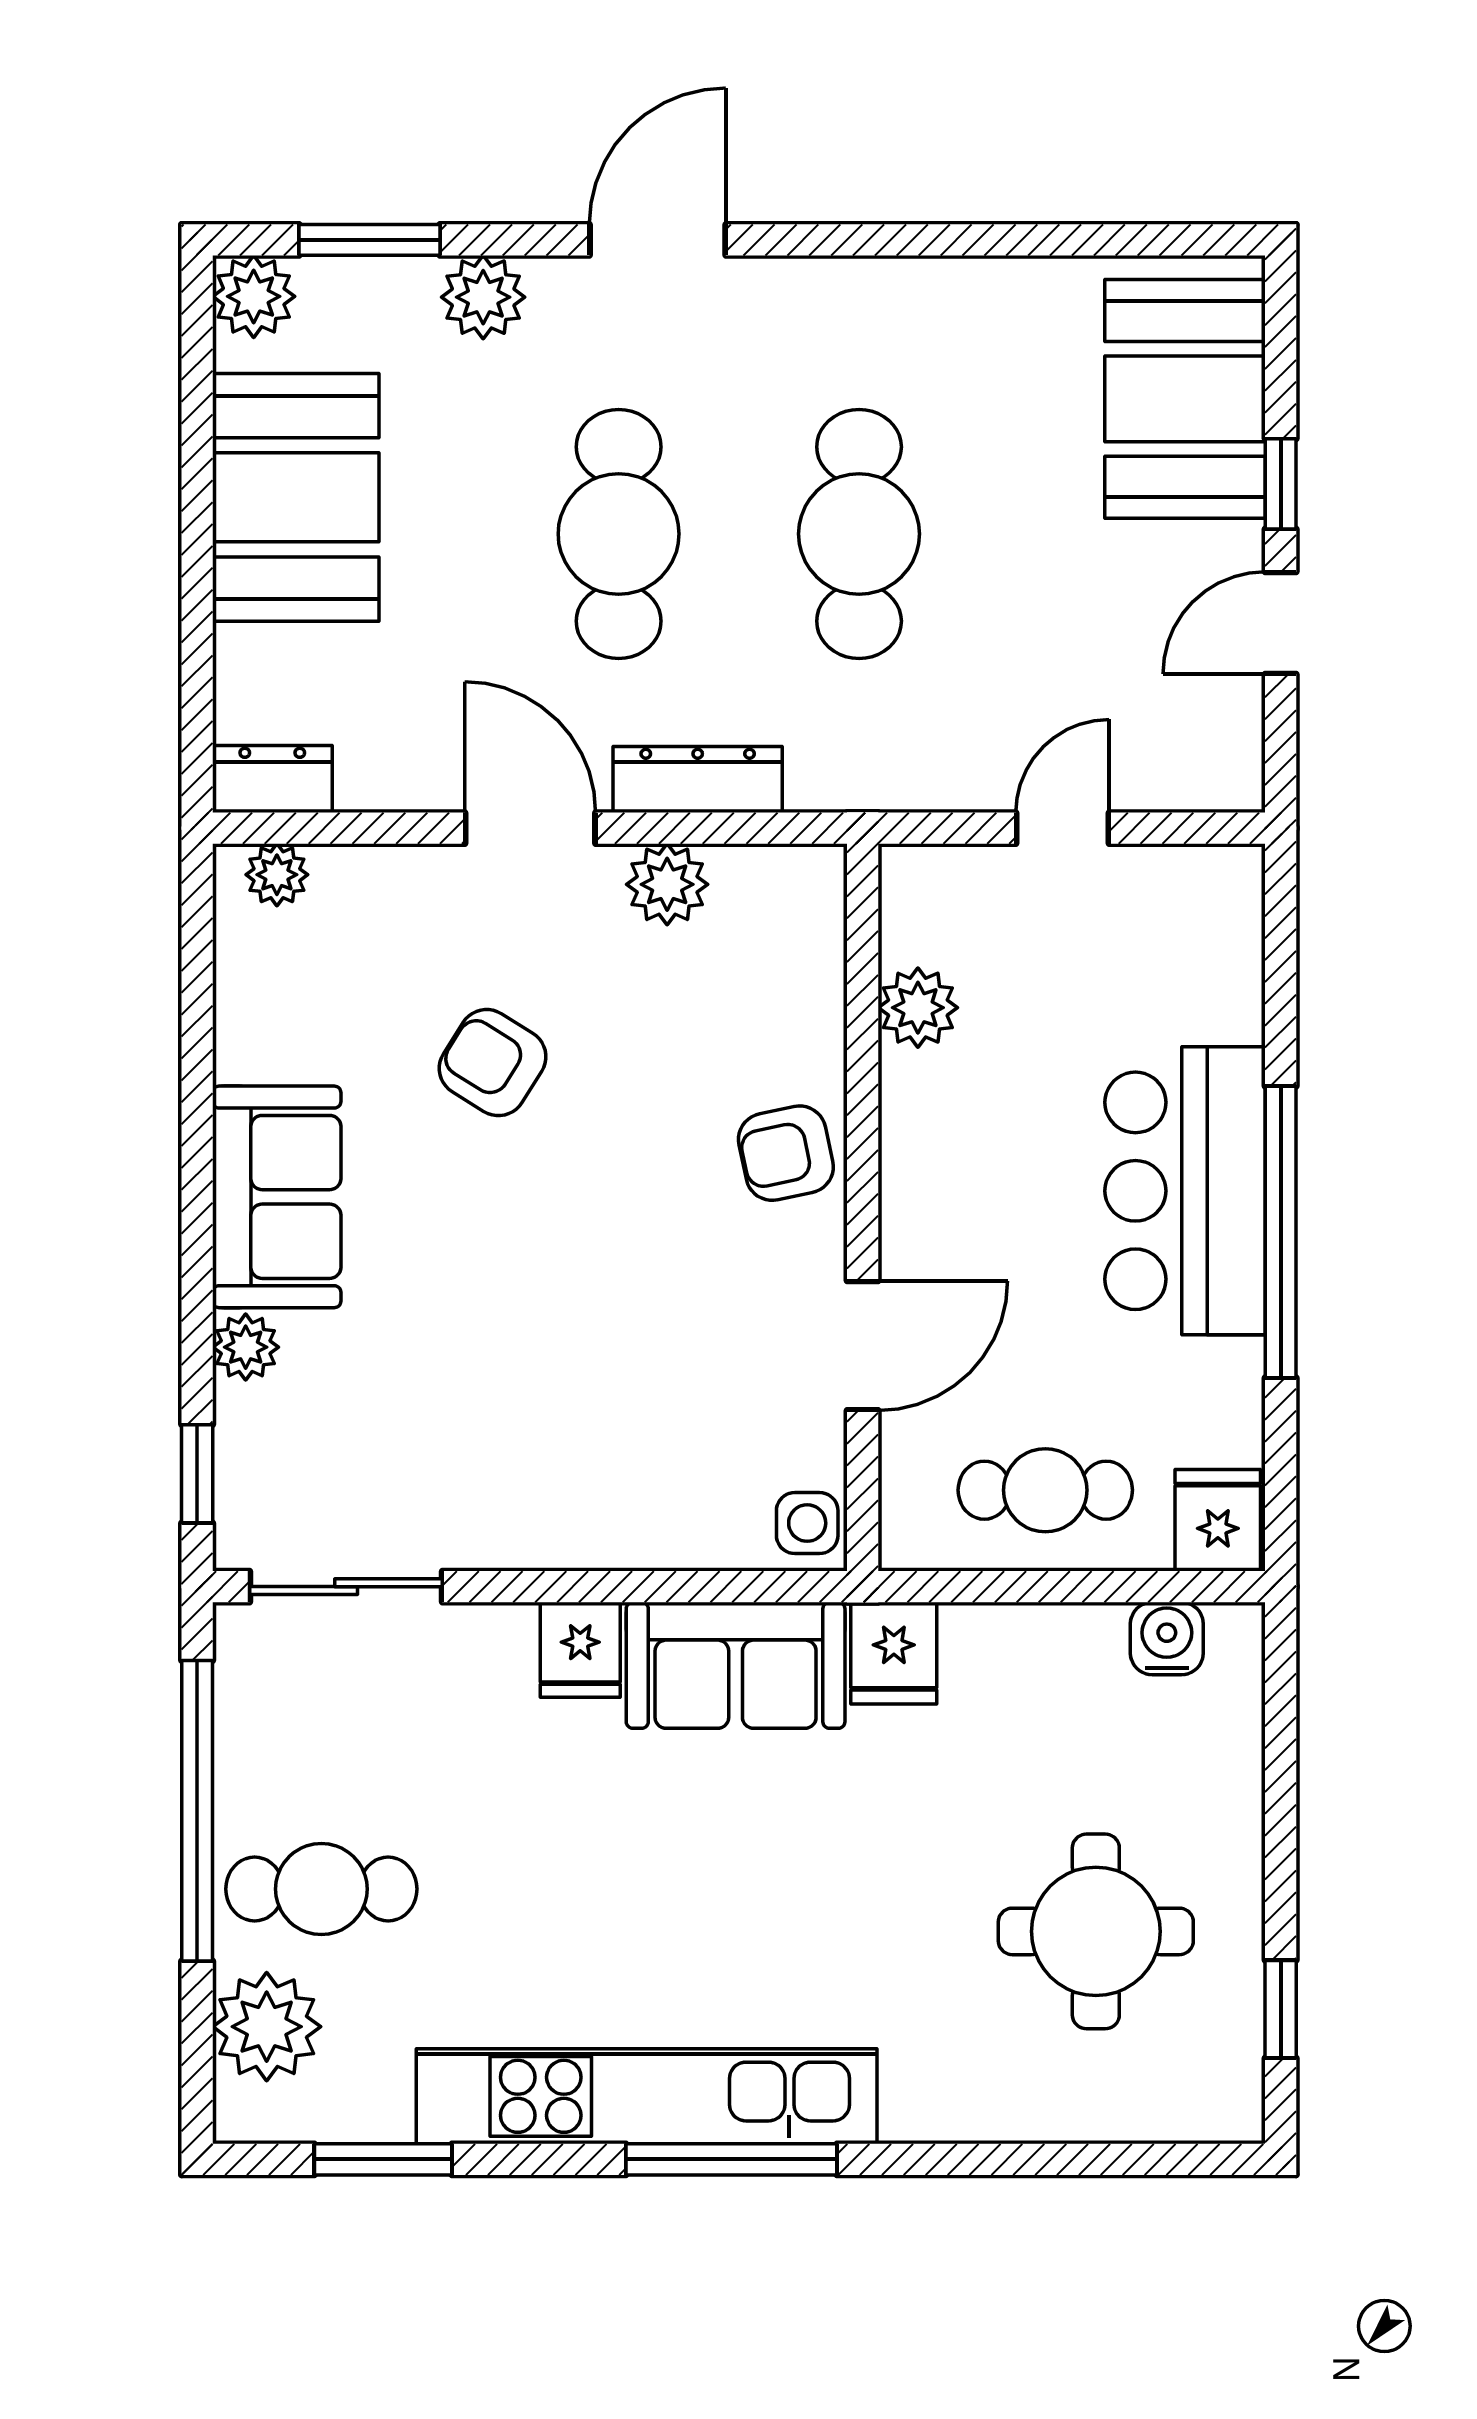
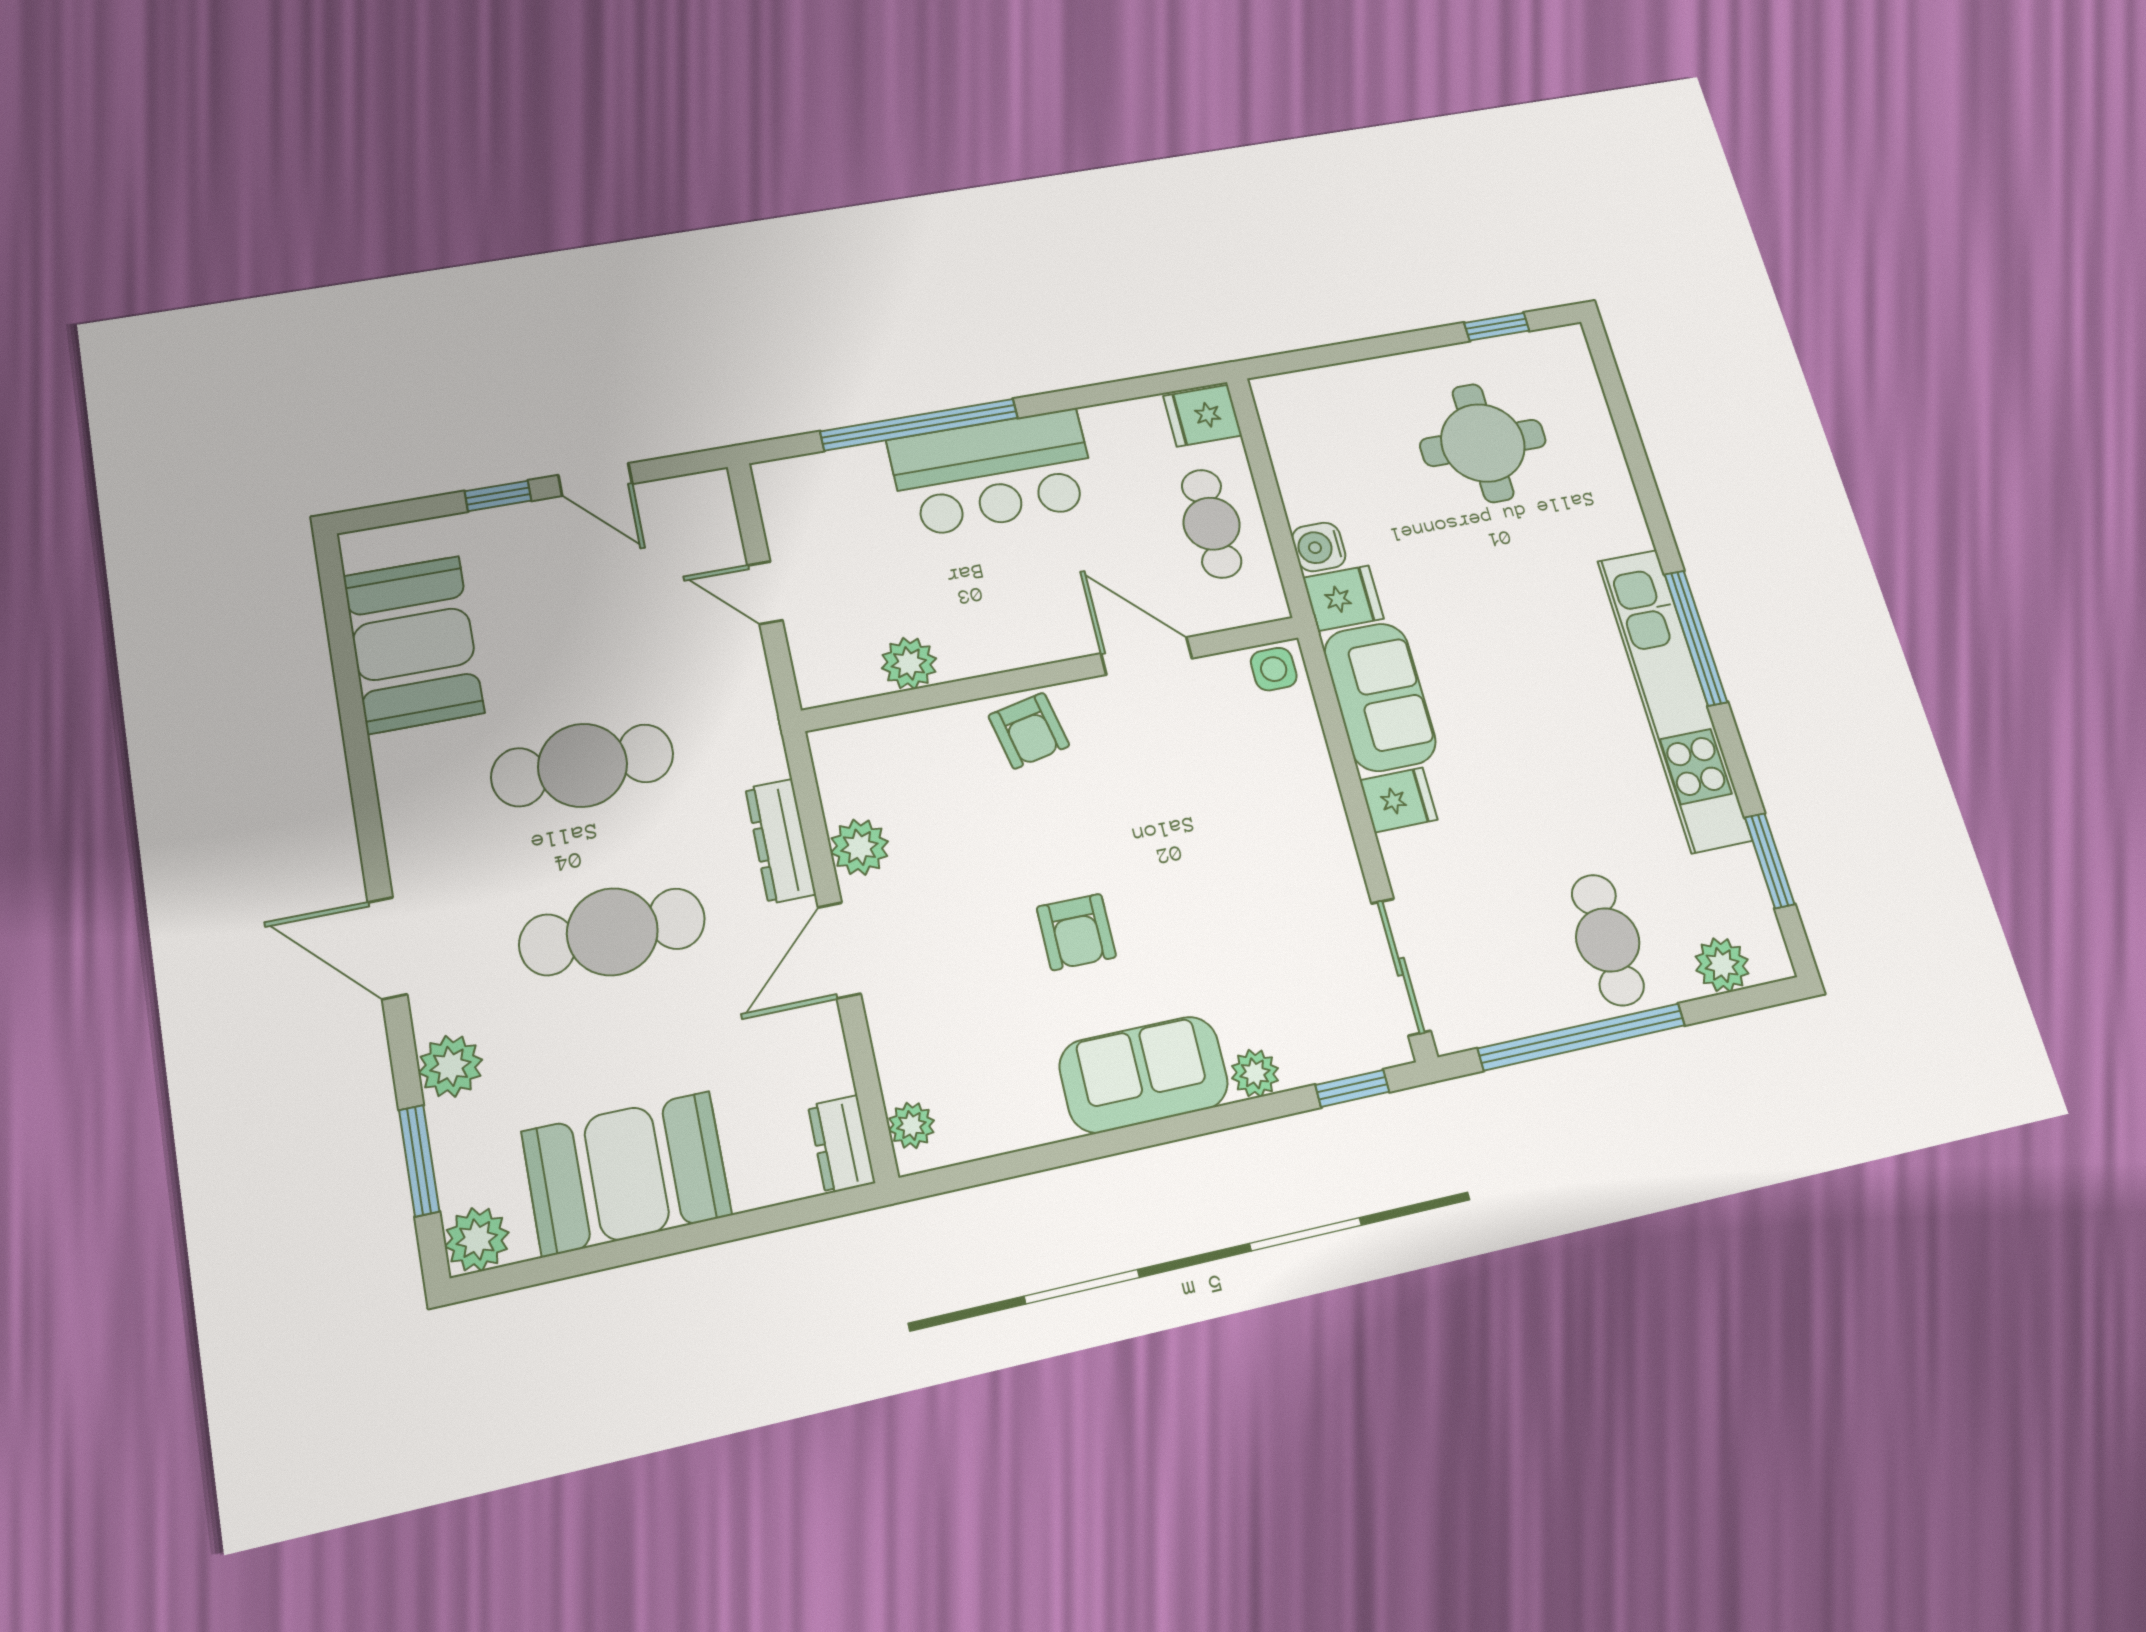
booth: (1185, 399) -> (414, 644), moved, turned 90
armchair: (493, 1063) -> (1076, 932), moved, turned -32
window: (1281, 1232) -> (919, 425), moved
water cooler: (1167, 1638) -> (1319, 547), moved
plant: (267, 2027) -> (1722, 965), width x0.73, depth x0.73

